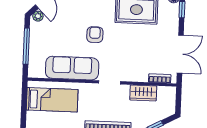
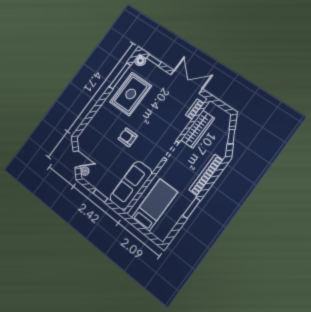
window: (26, 46) -> (100, 196), width x0.46
sofa: (72, 68) -> (131, 185), moved
wardrobe: (143, 93) -> (198, 129), width x1.50

